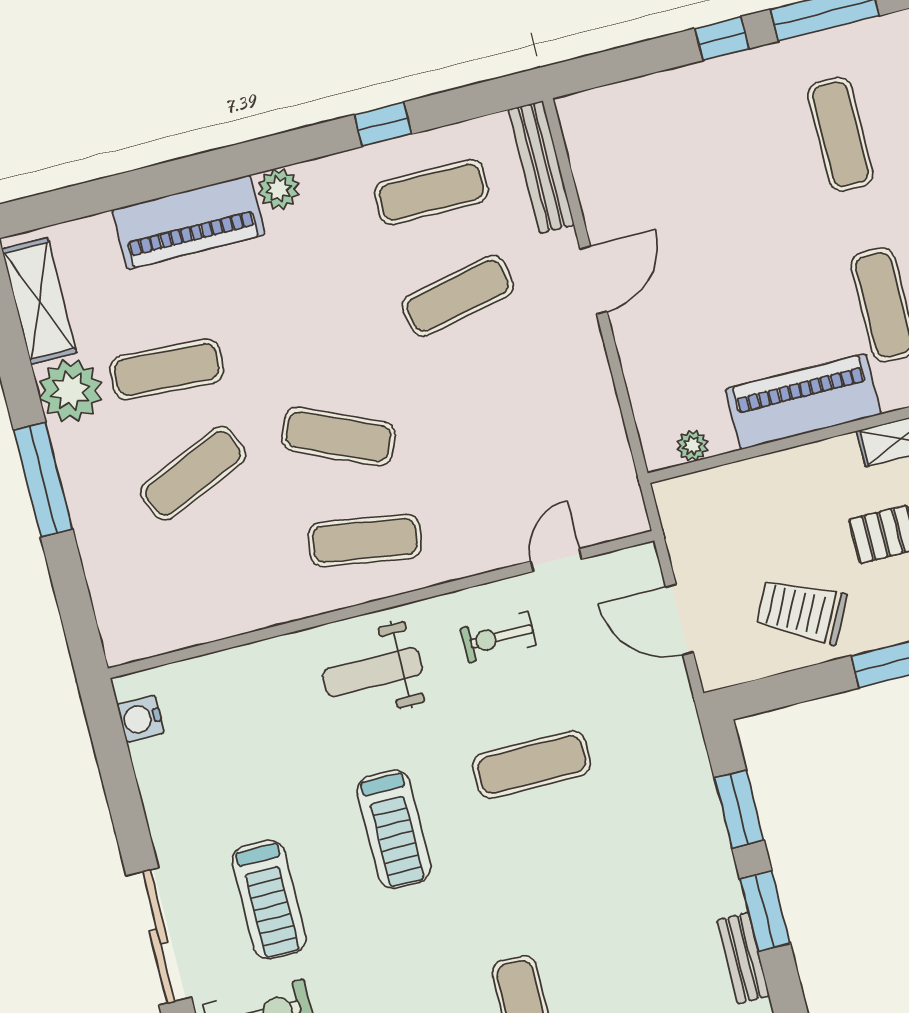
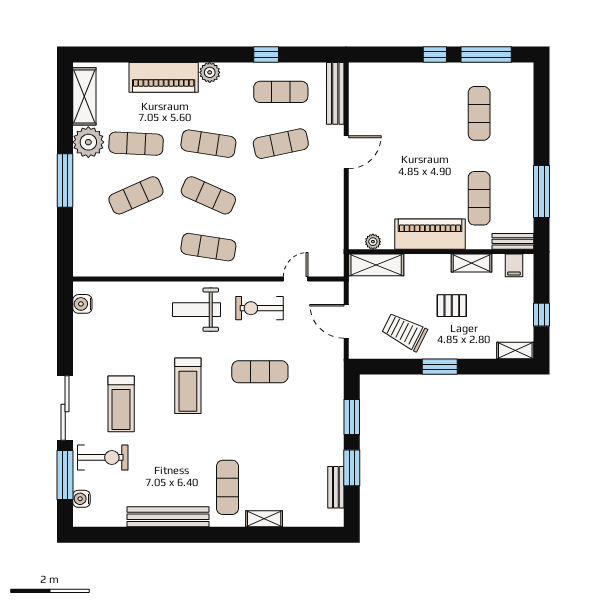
exercise mat: (312, 333) -> (208, 144), added
shelving: (711, 491) -> (376, 265), added
exercise bike: (498, 637) -> (259, 308), width x1.38, depth x1.39

